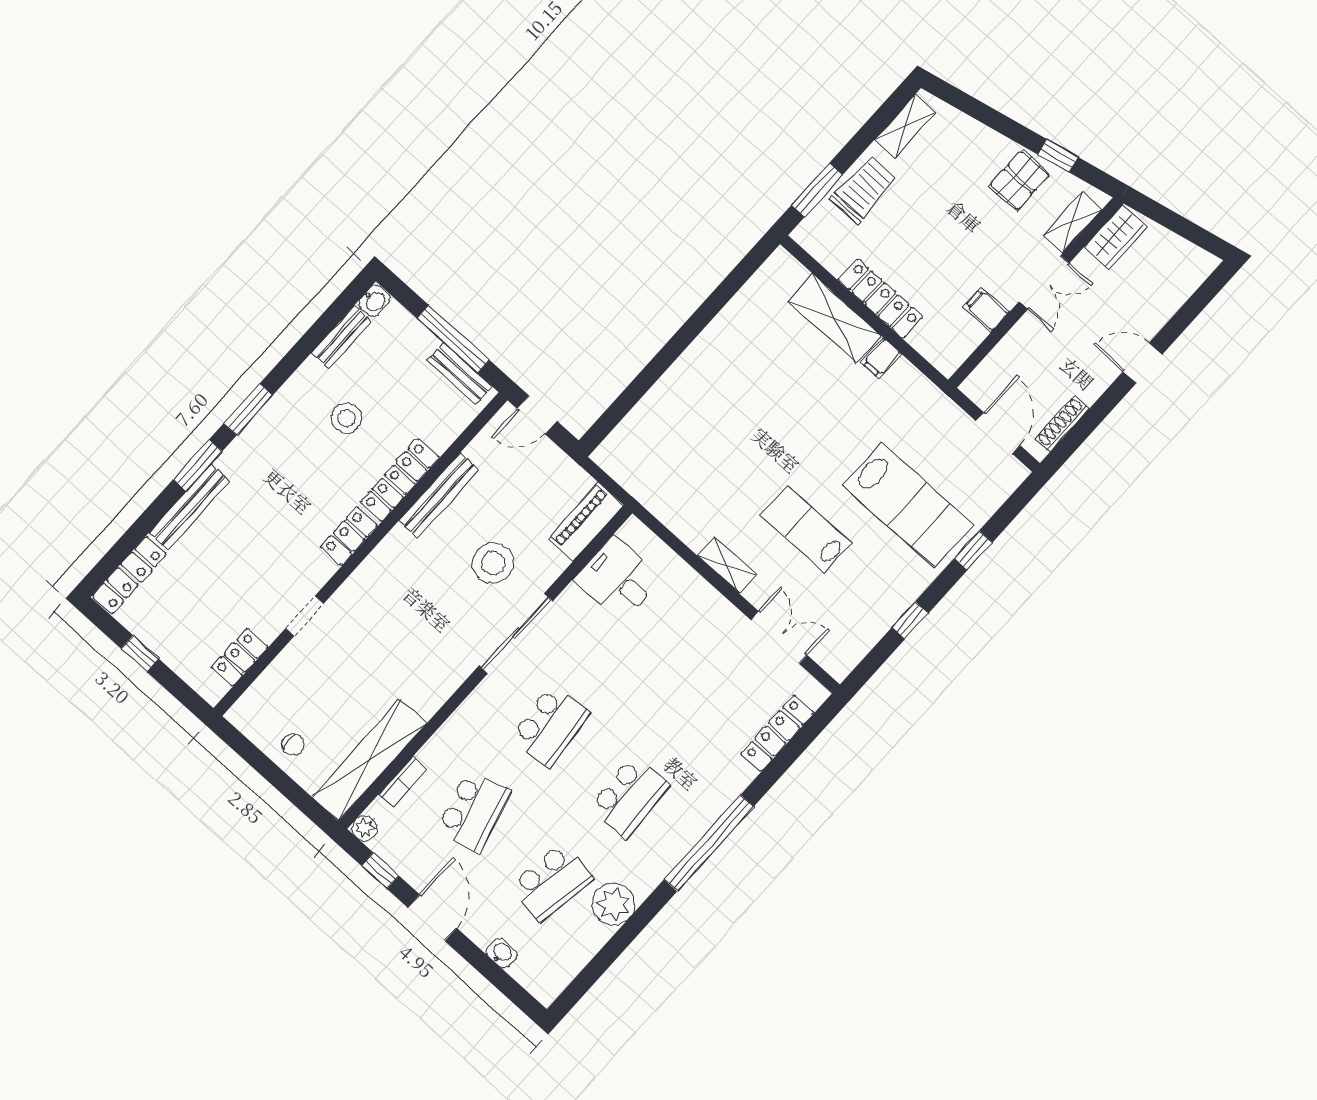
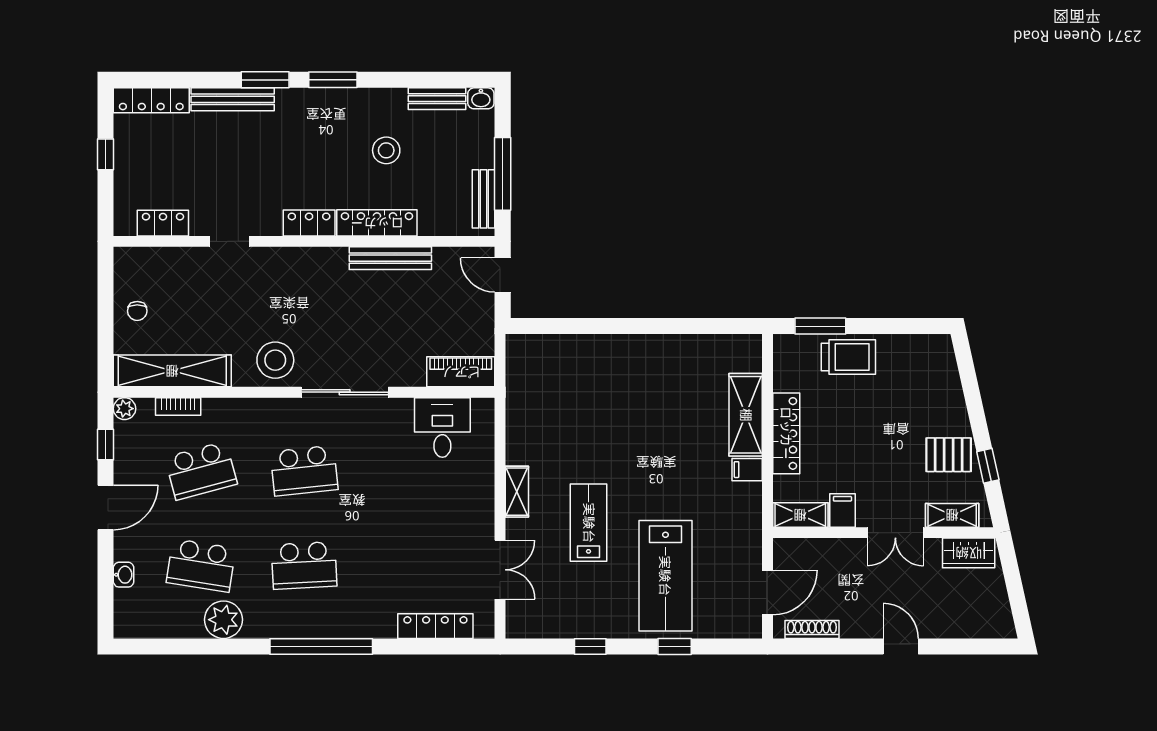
shelving: (905, 126) -> (800, 515), moved
stool: (493, 563) -> (275, 360), moved

